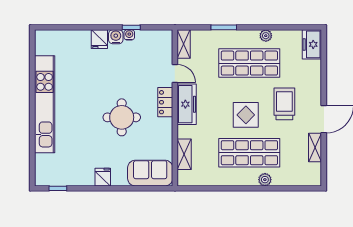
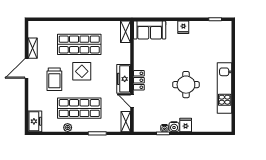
kitchen unit: (45, 104) -> (225, 88), width x0.73
round table: (122, 117) -> (186, 85), moved
shelving: (184, 154) -> (125, 32), moved
plant: (265, 180) -> (68, 25), removed

